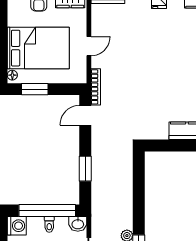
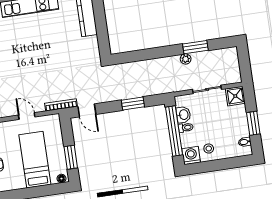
bed: (38, 48) -> (35, 160), width x0.67
washbasin: (78, 224) -> (183, 115), moved

